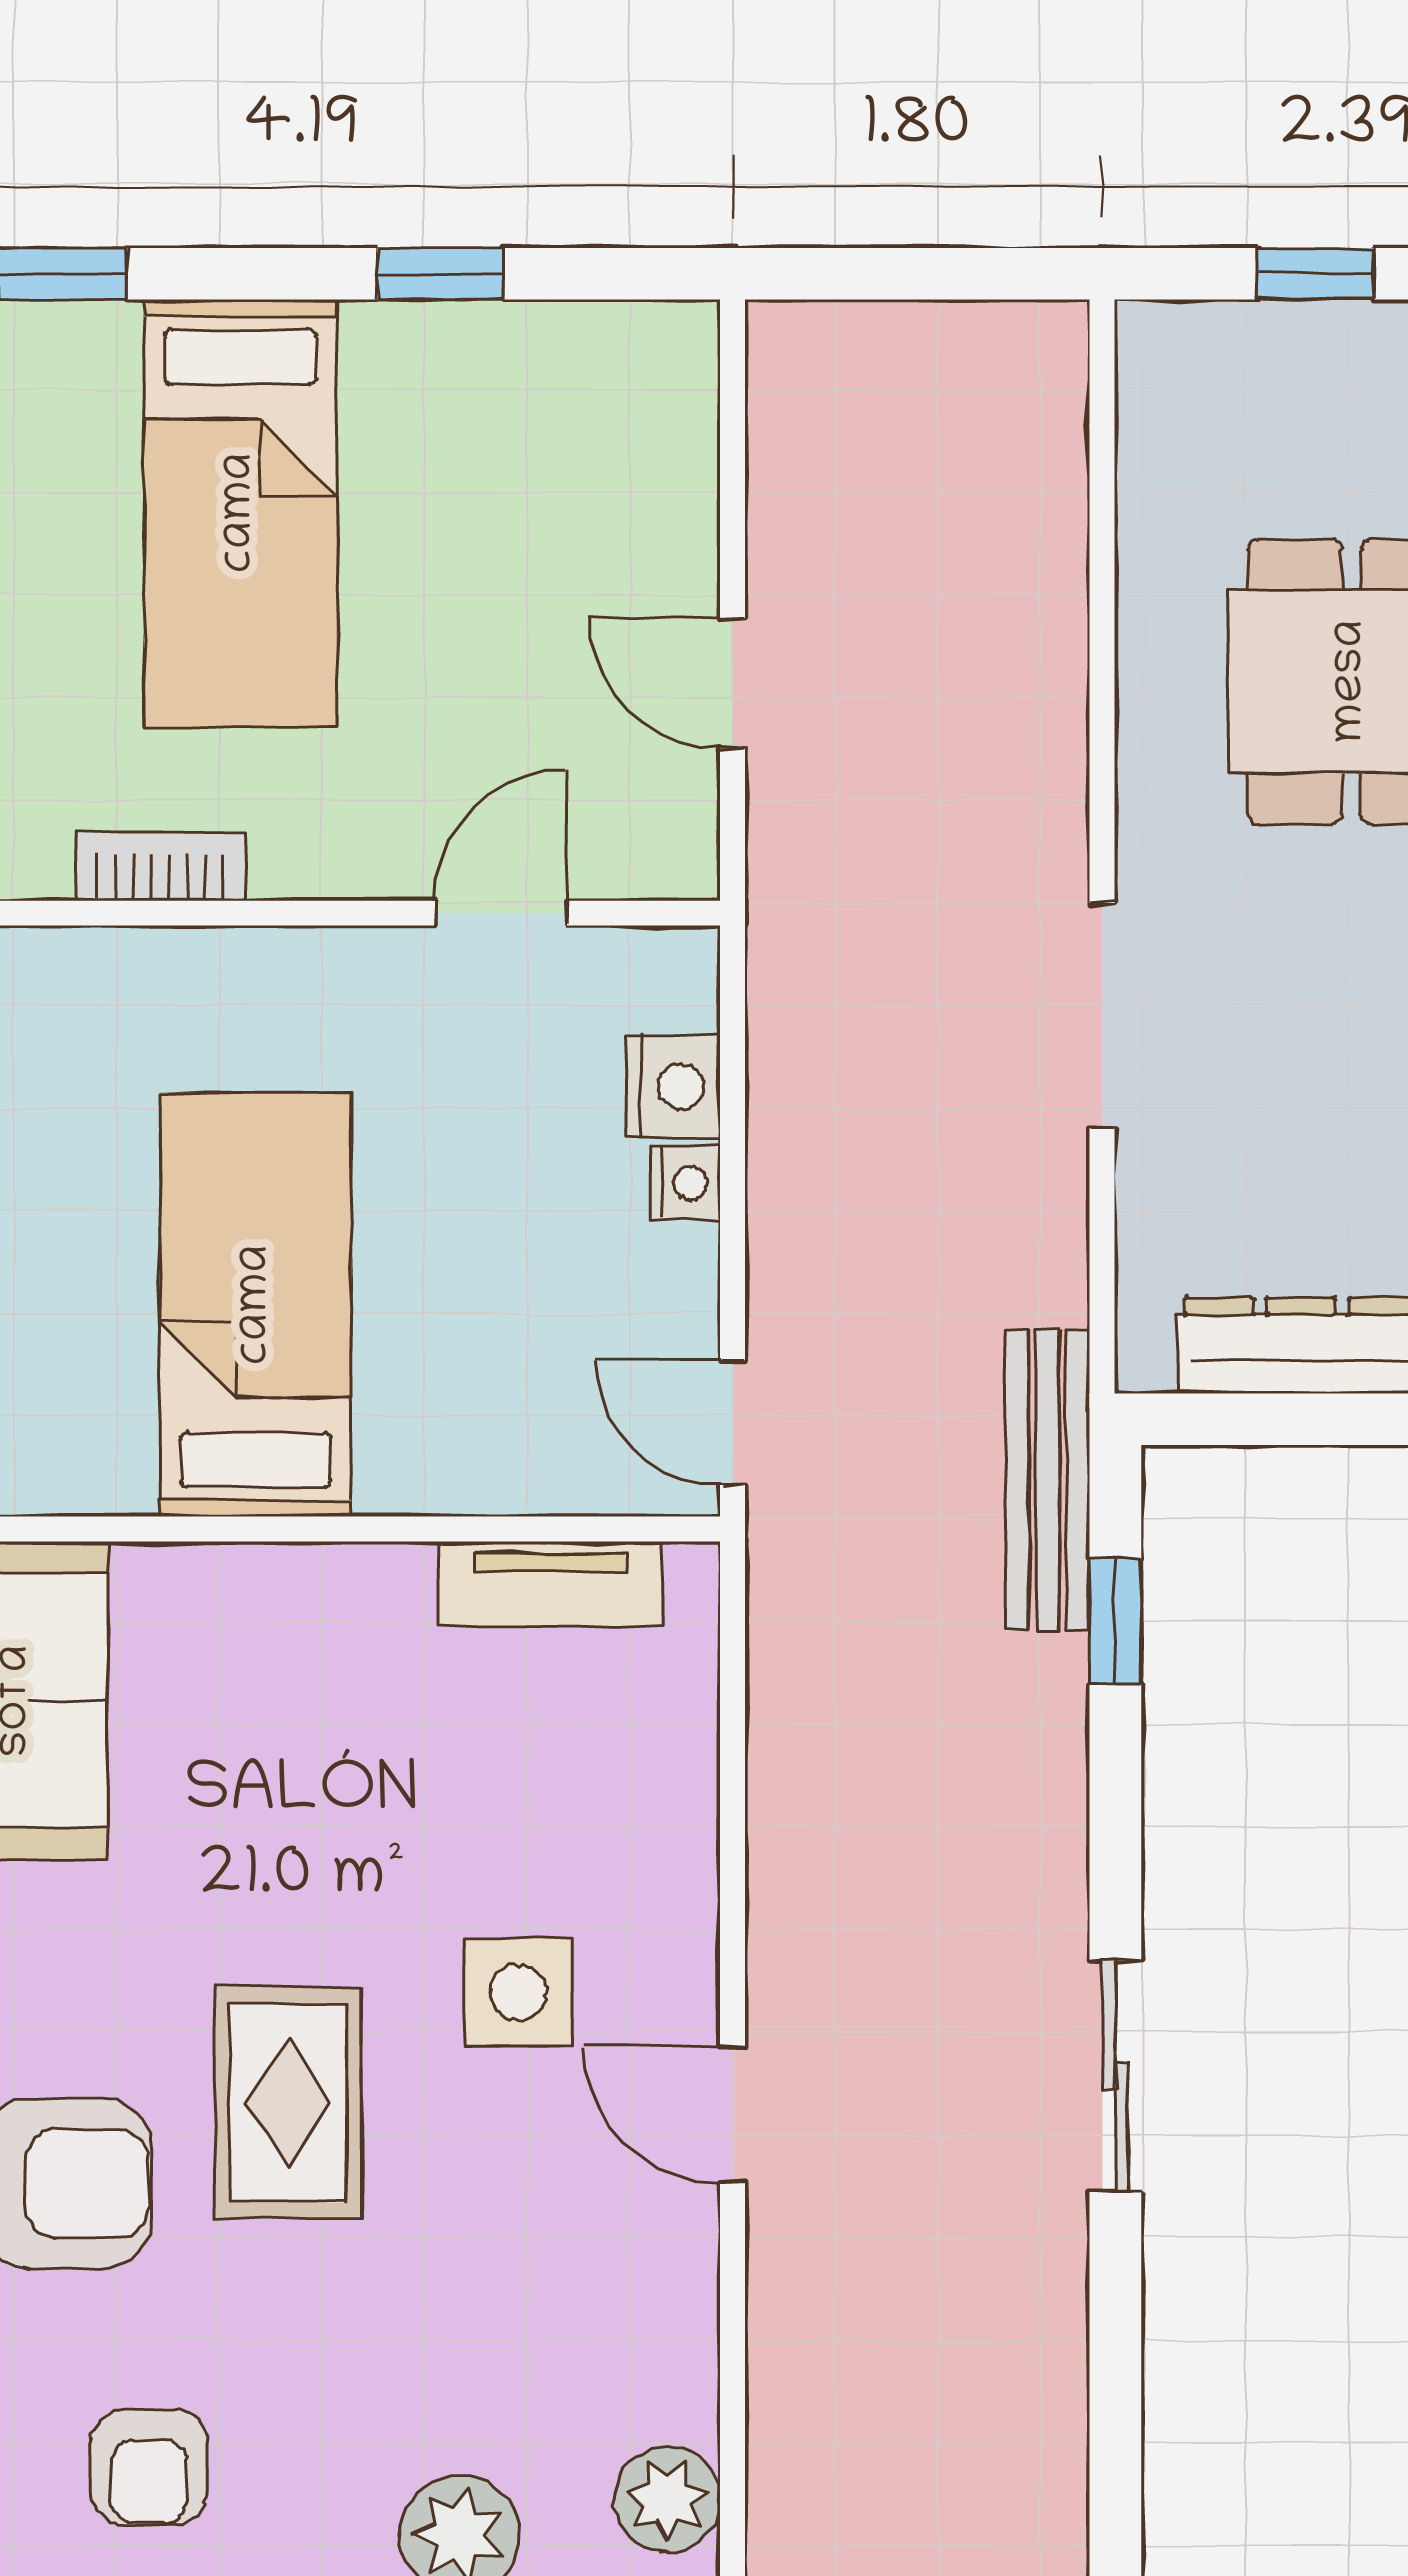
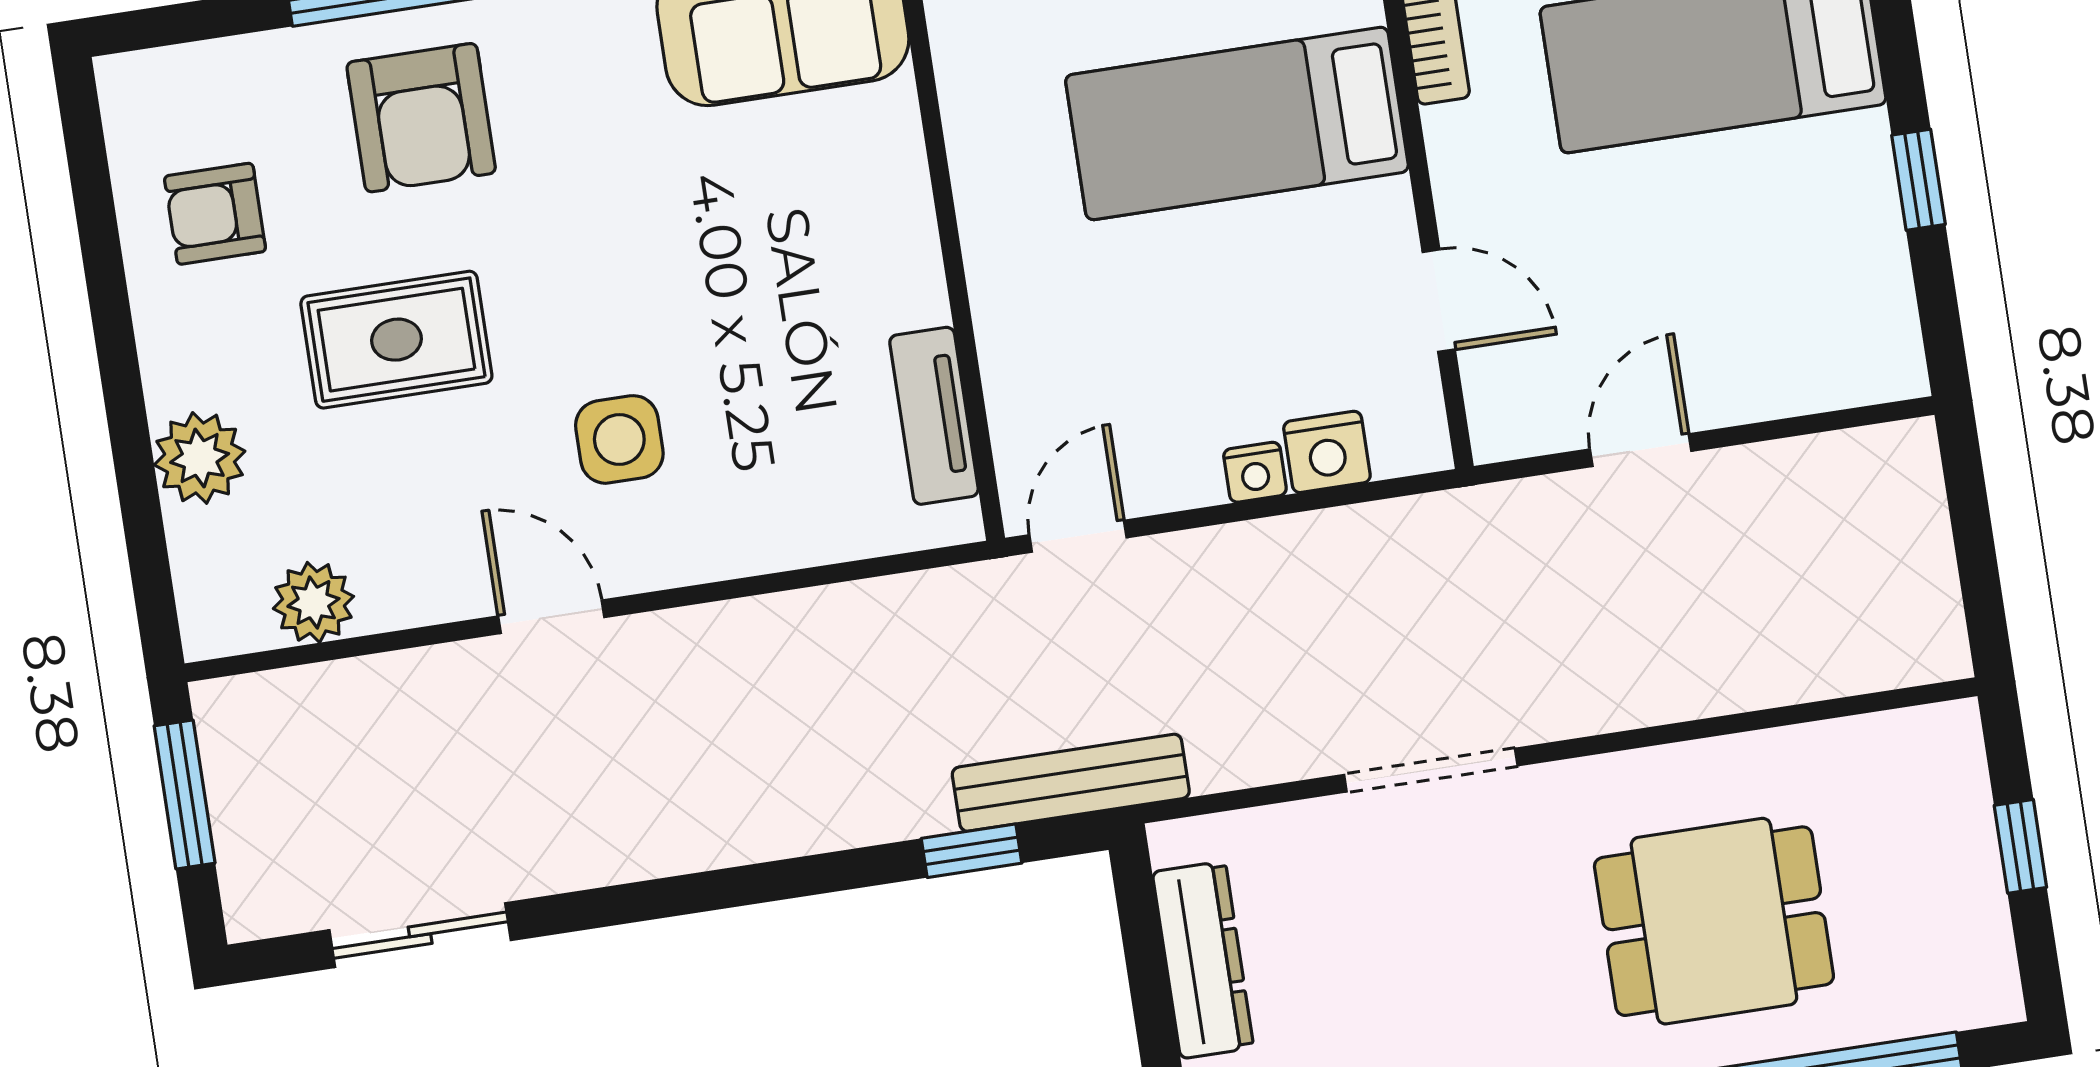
bed: (256, 1305) -> (1237, 123), moved, turned 180
sliding door: (1115, 2076) -> (420, 935), moved
rug: (288, 2103) -> (396, 340), moved
door: (732, 2115) -> (551, 617), hinge flipped
plant: (667, 2499) -> (313, 602), moved

